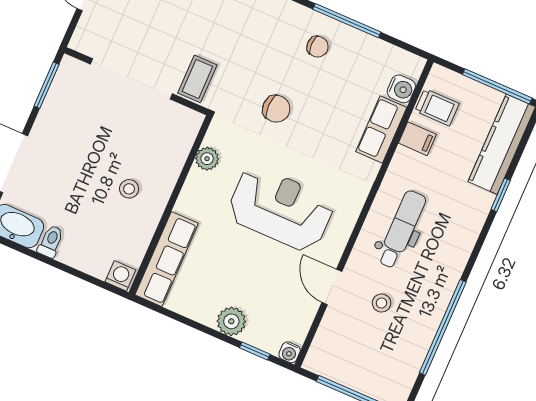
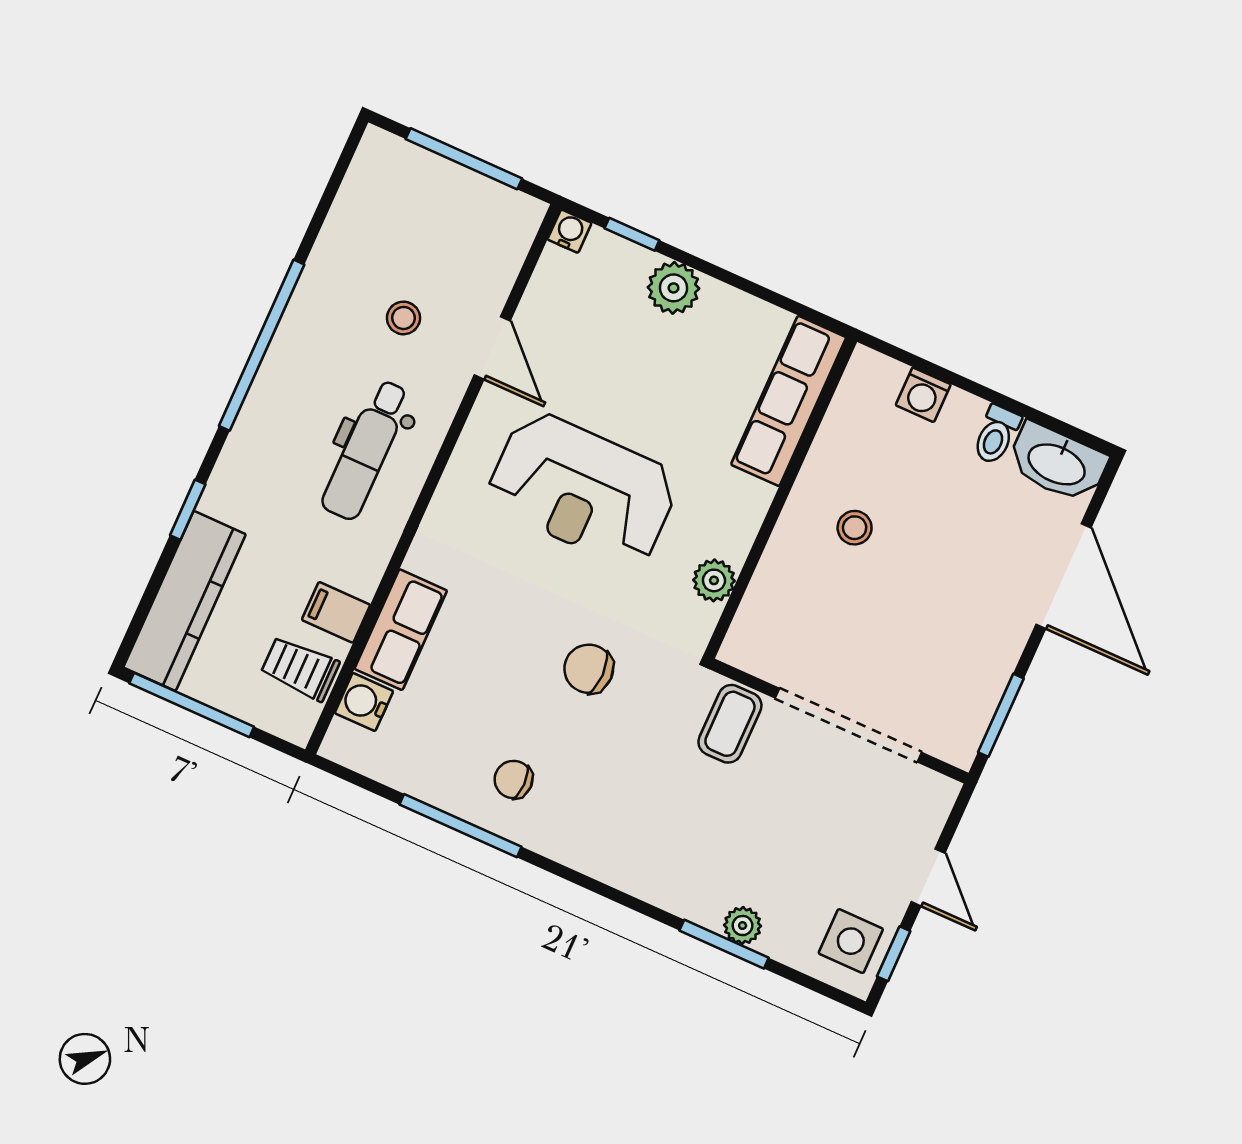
washing machine: (120, 276) -> (923, 395), moved
window: (443, 327) -> (262, 345), moved

